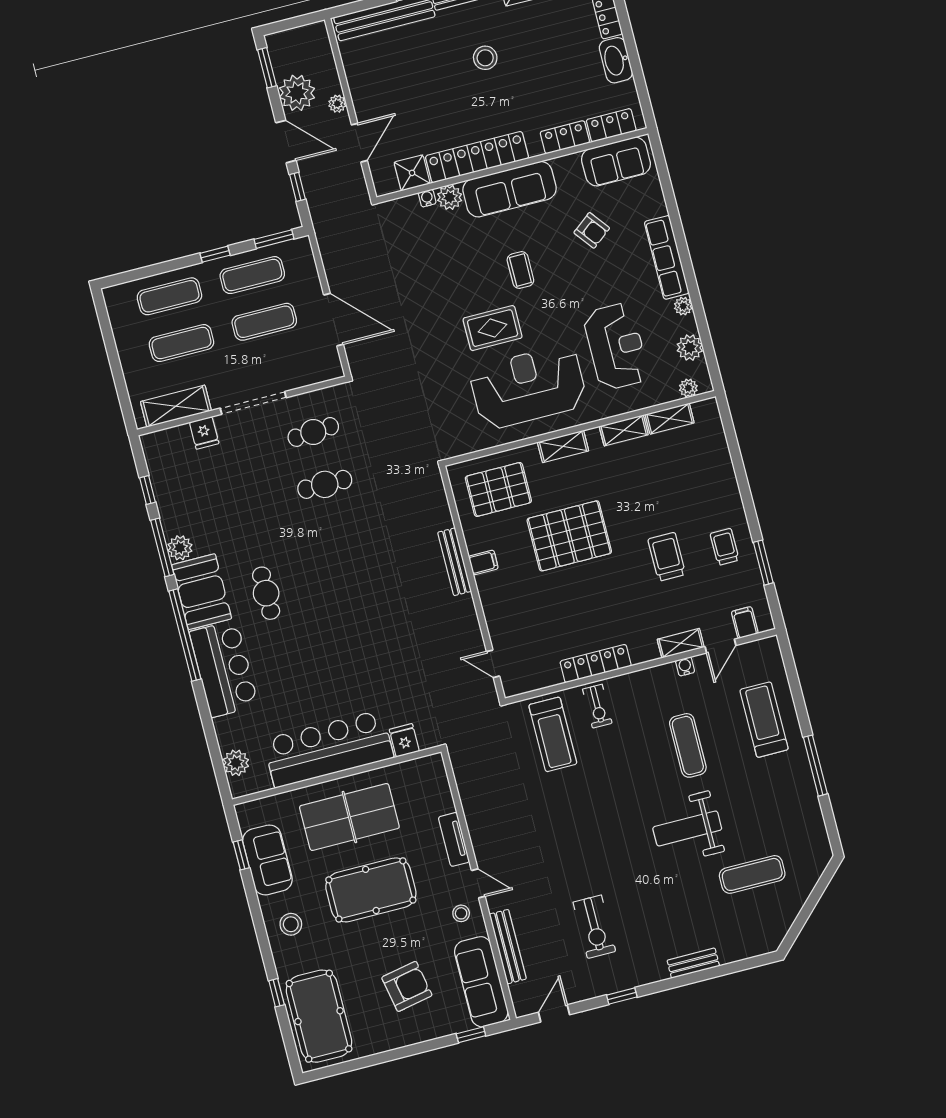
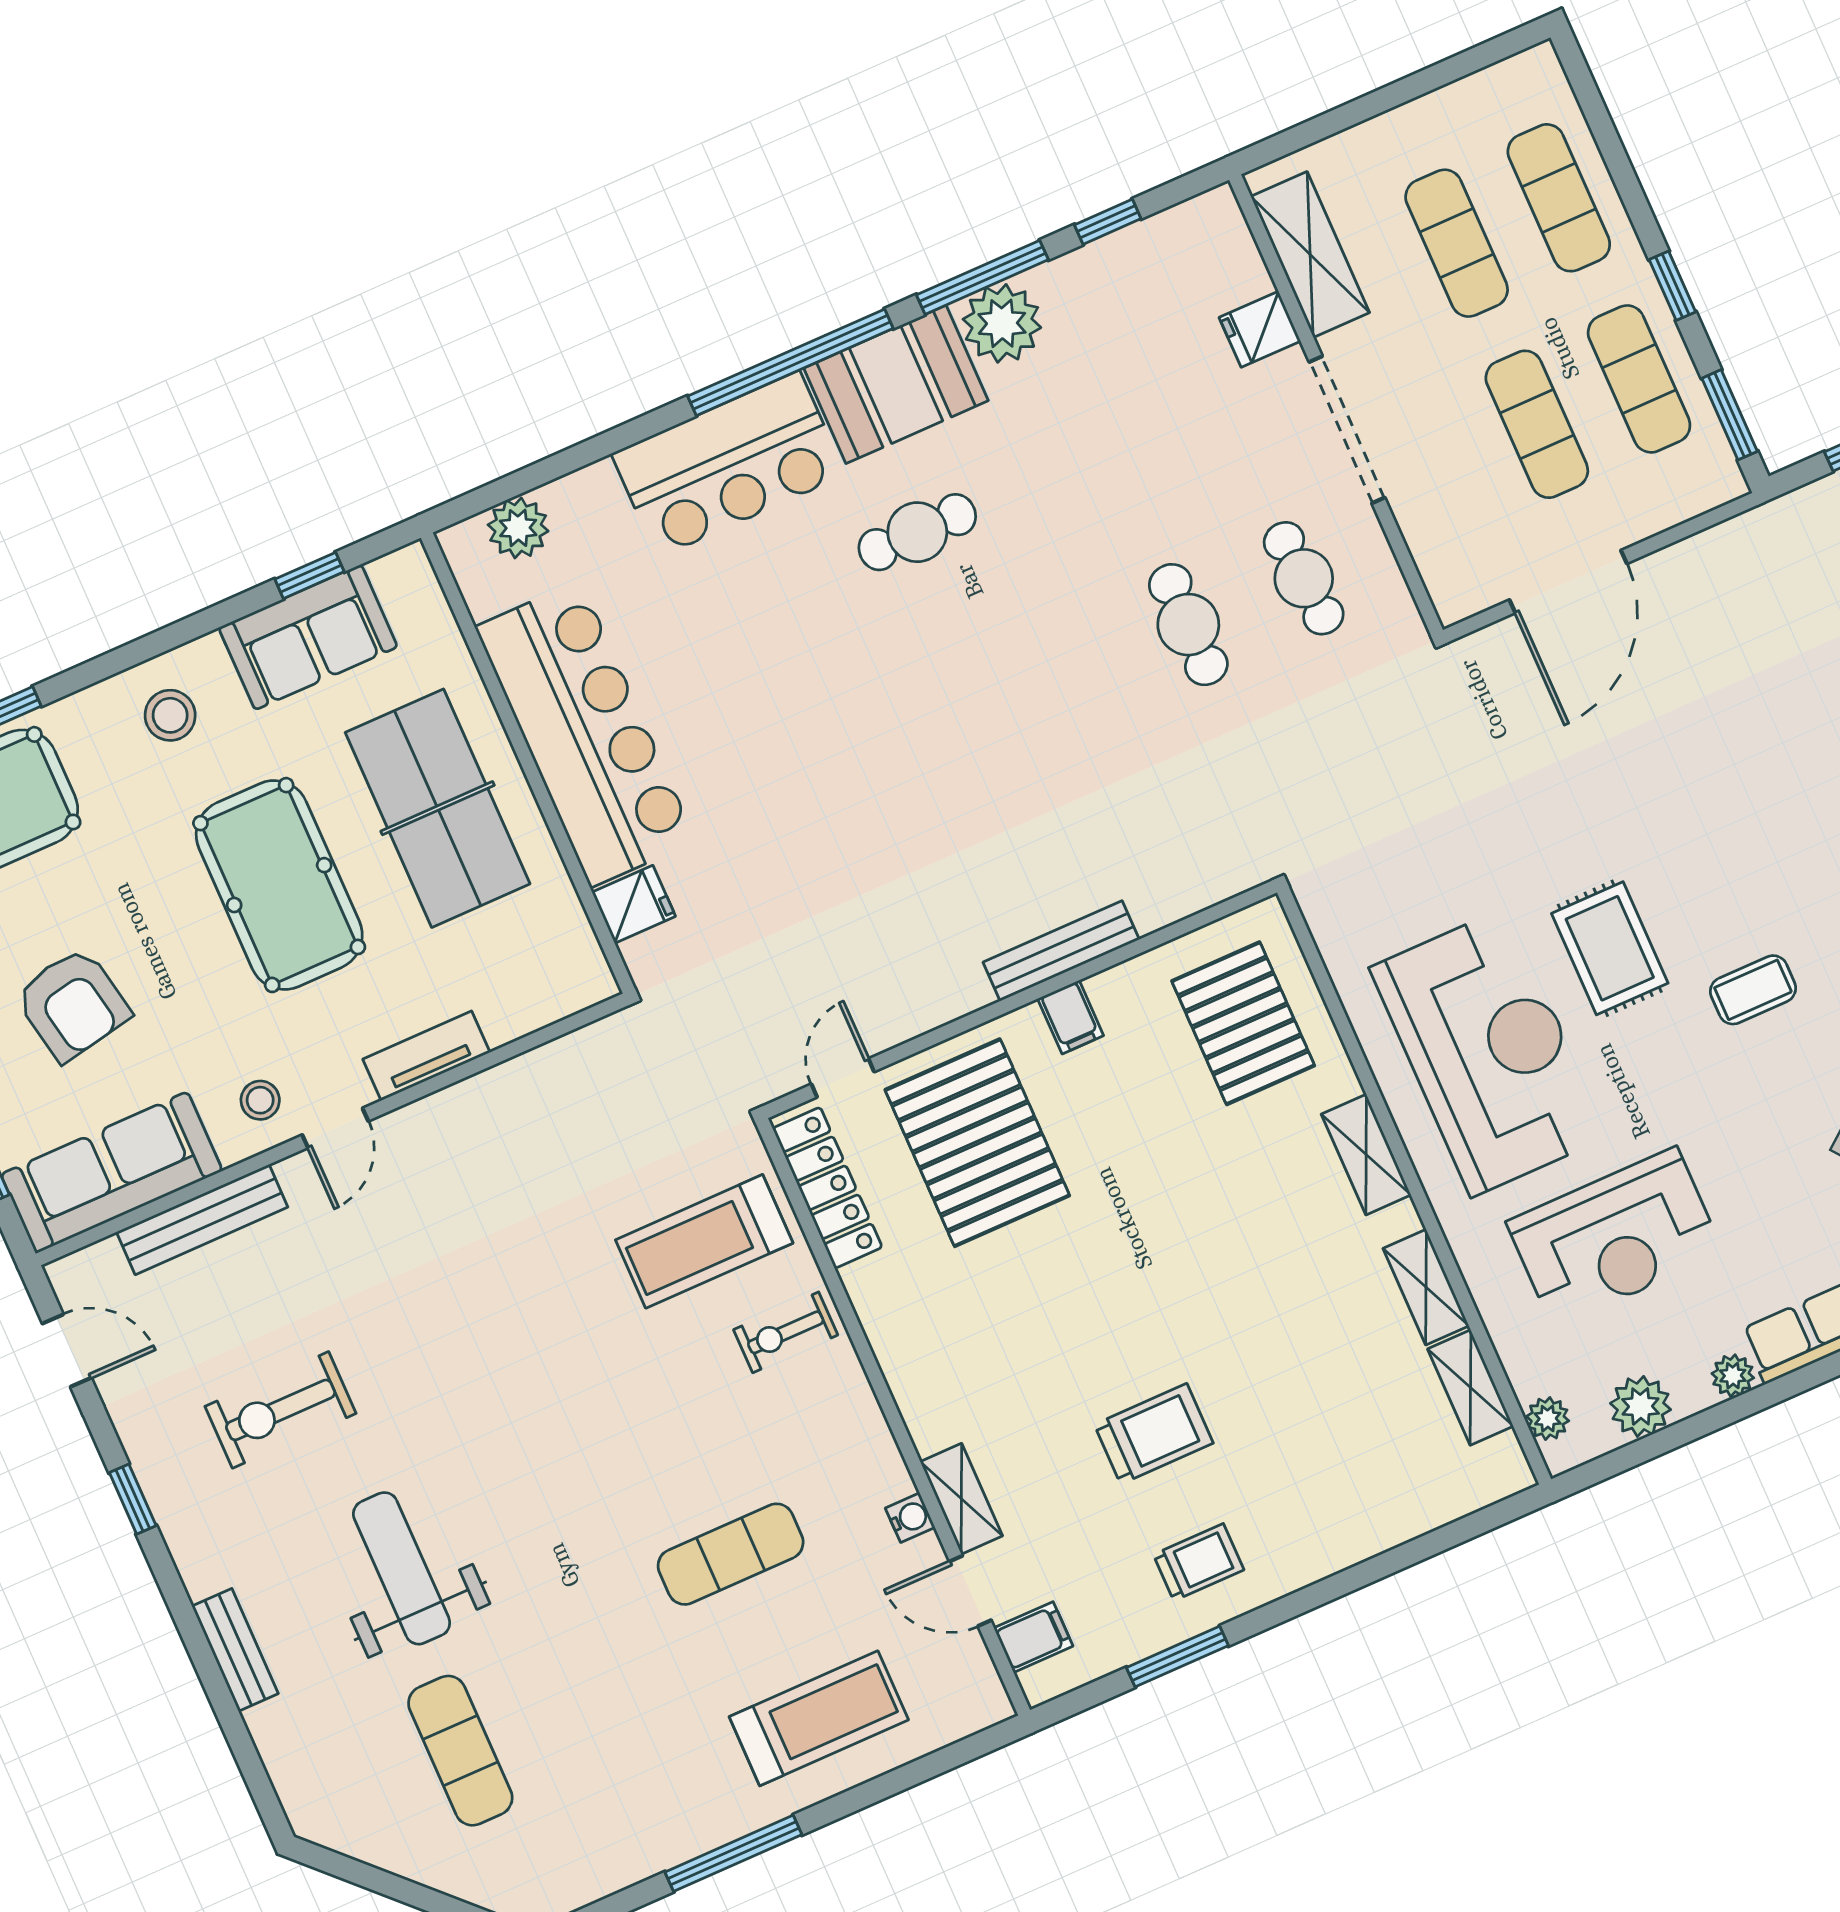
pallet: (569, 536) -> (977, 1143), moved
plant: (180, 548) -> (1002, 323), width x1.36, depth x1.36
locker: (596, 664) -> (827, 1188), moved
weight bench: (687, 828) -> (402, 1568), moved

